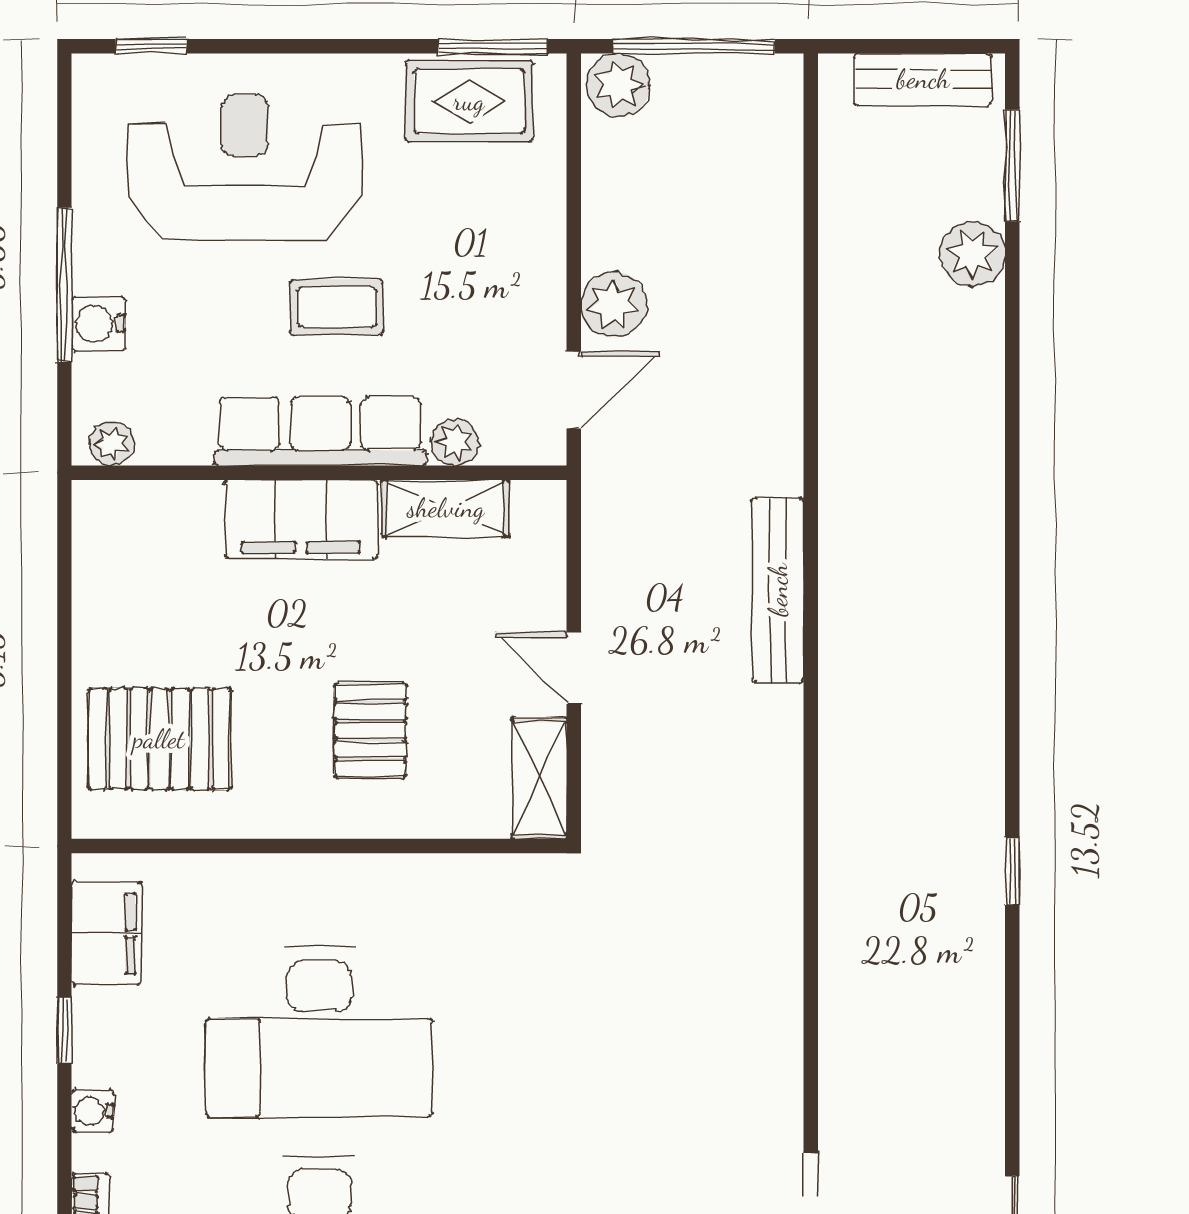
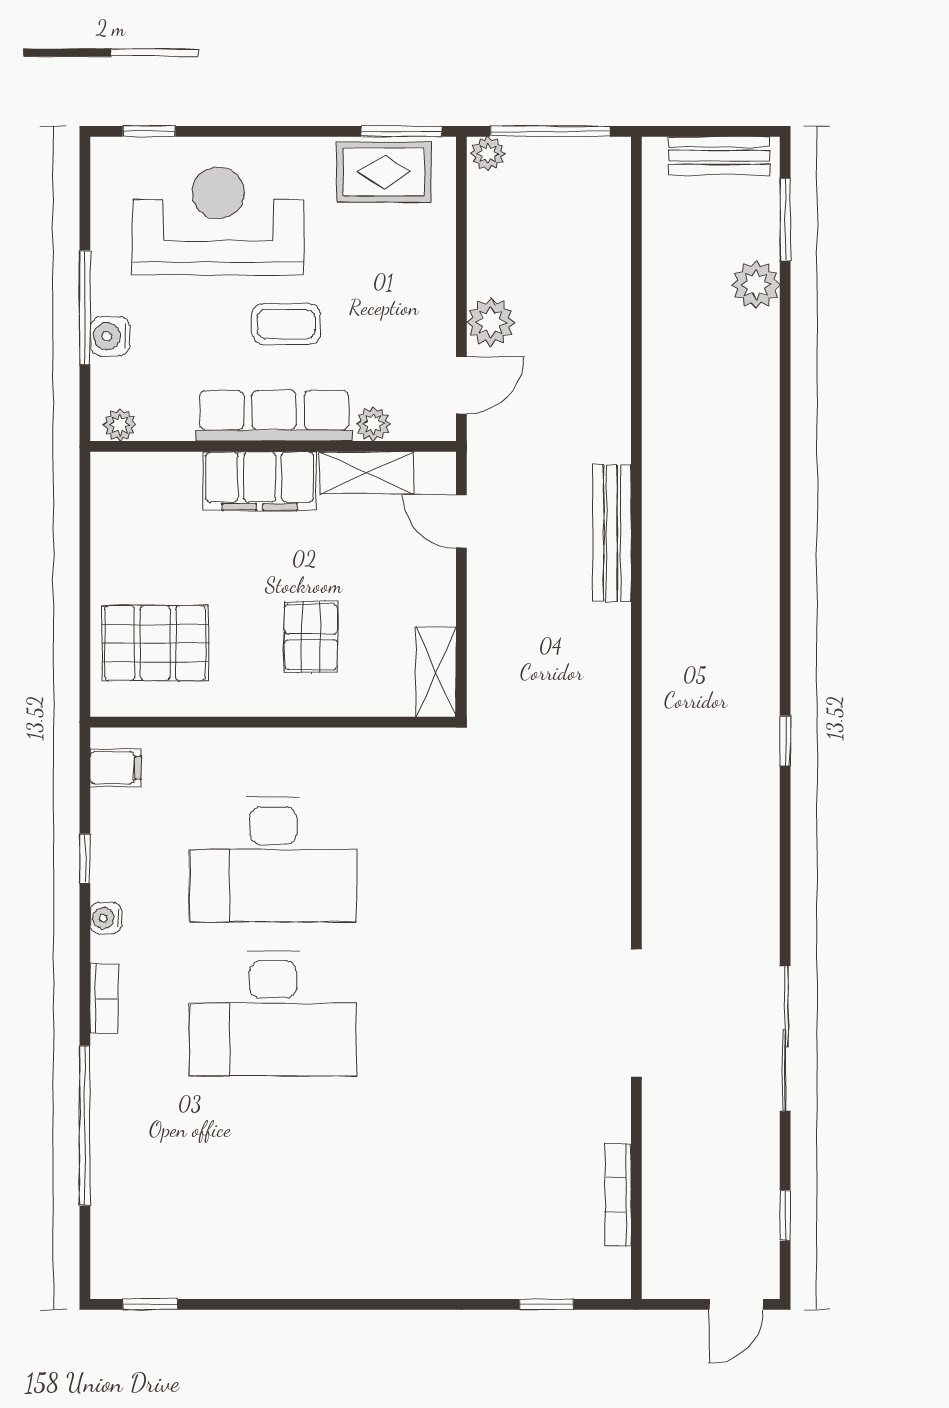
plant: (618, 85) -> (488, 154), width x0.73, depth x0.73
door: (574, 668) -> (461, 521), moved
filing cabinet: (106, 934) -> (116, 768), width x0.50

